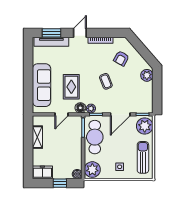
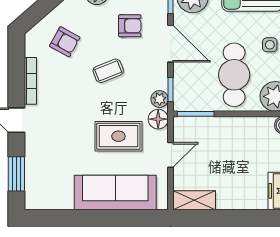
tv unit: (51, 42) -> (33, 174), removed
armchair: (130, 93) -> (130, 26), added
door: (61, 114) -> (171, 155), hinge flipped
shelving: (37, 137) -> (194, 200), moved
cafe table: (95, 137) -> (234, 75), moved, turned 90

